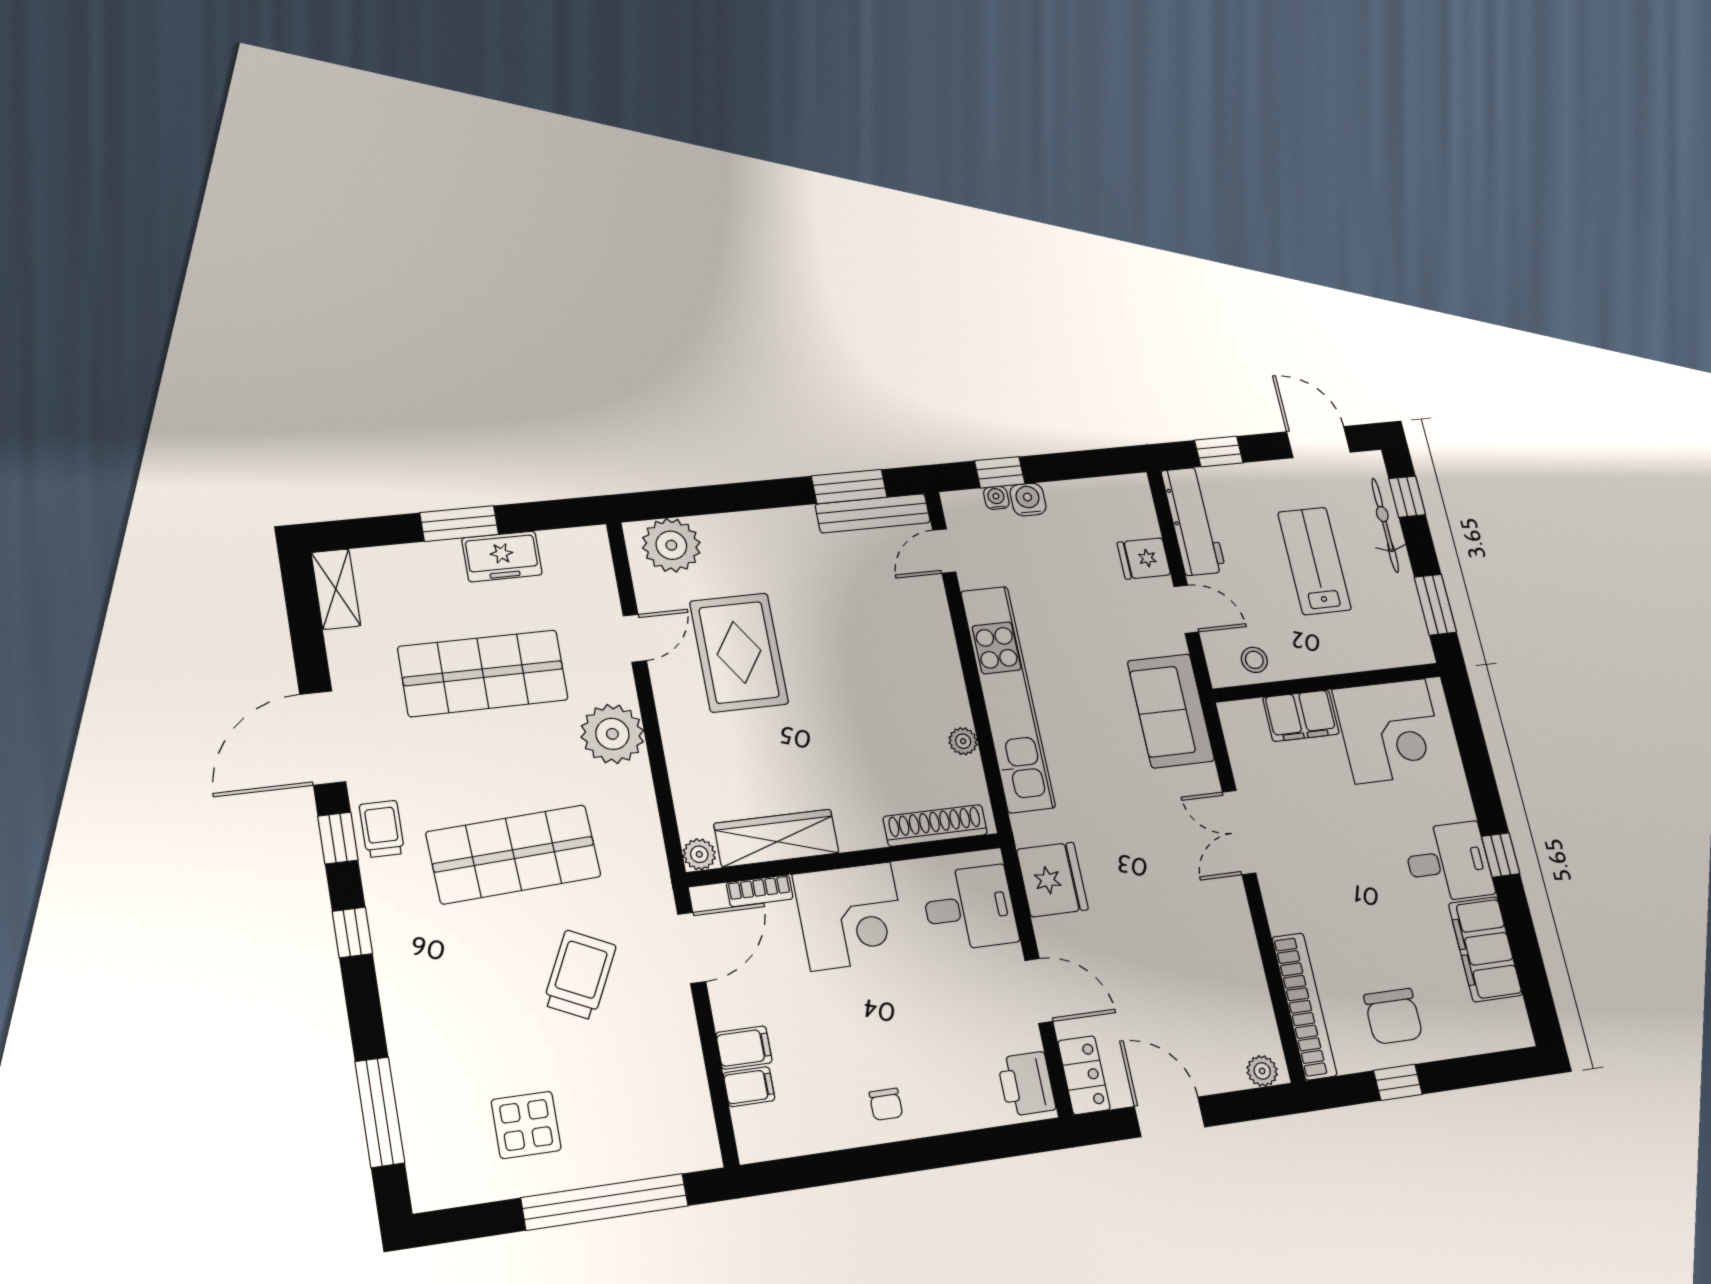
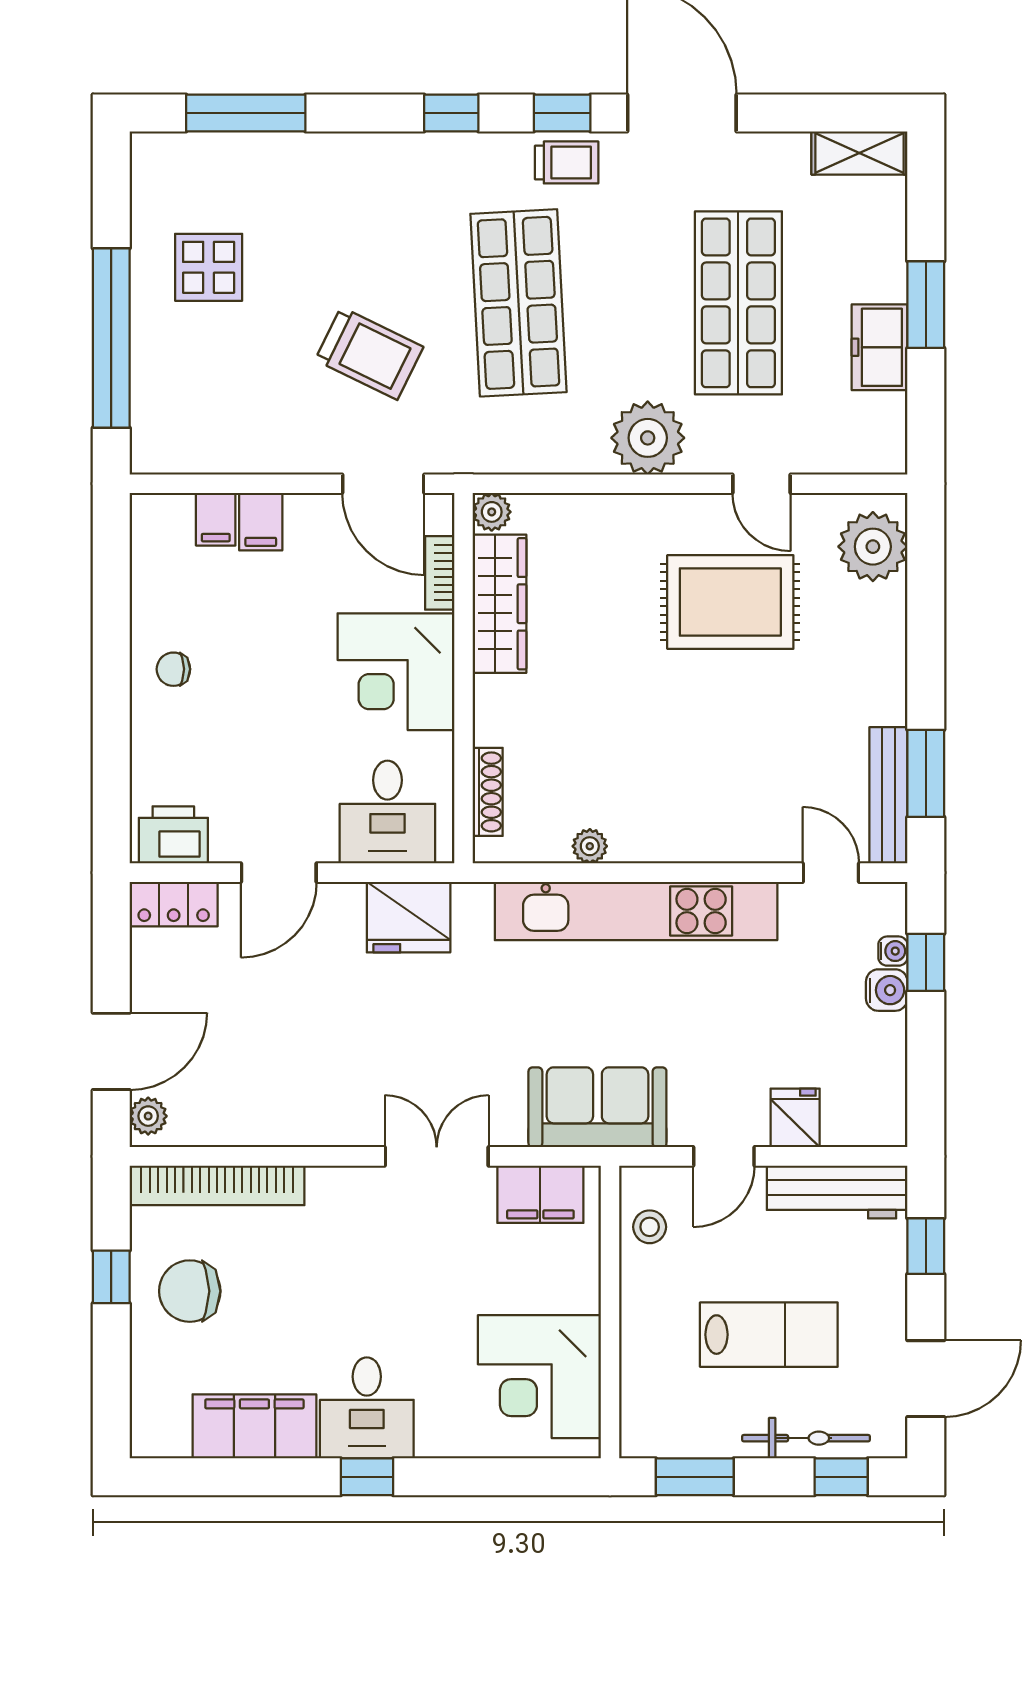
filing cabinet: (1301, 716) -> (540, 1194), moved, turned -90
shoe rack: (935, 826) -> (488, 792), width x0.74, depth x0.81
door: (1170, 1117) -> (111, 1051), moved

